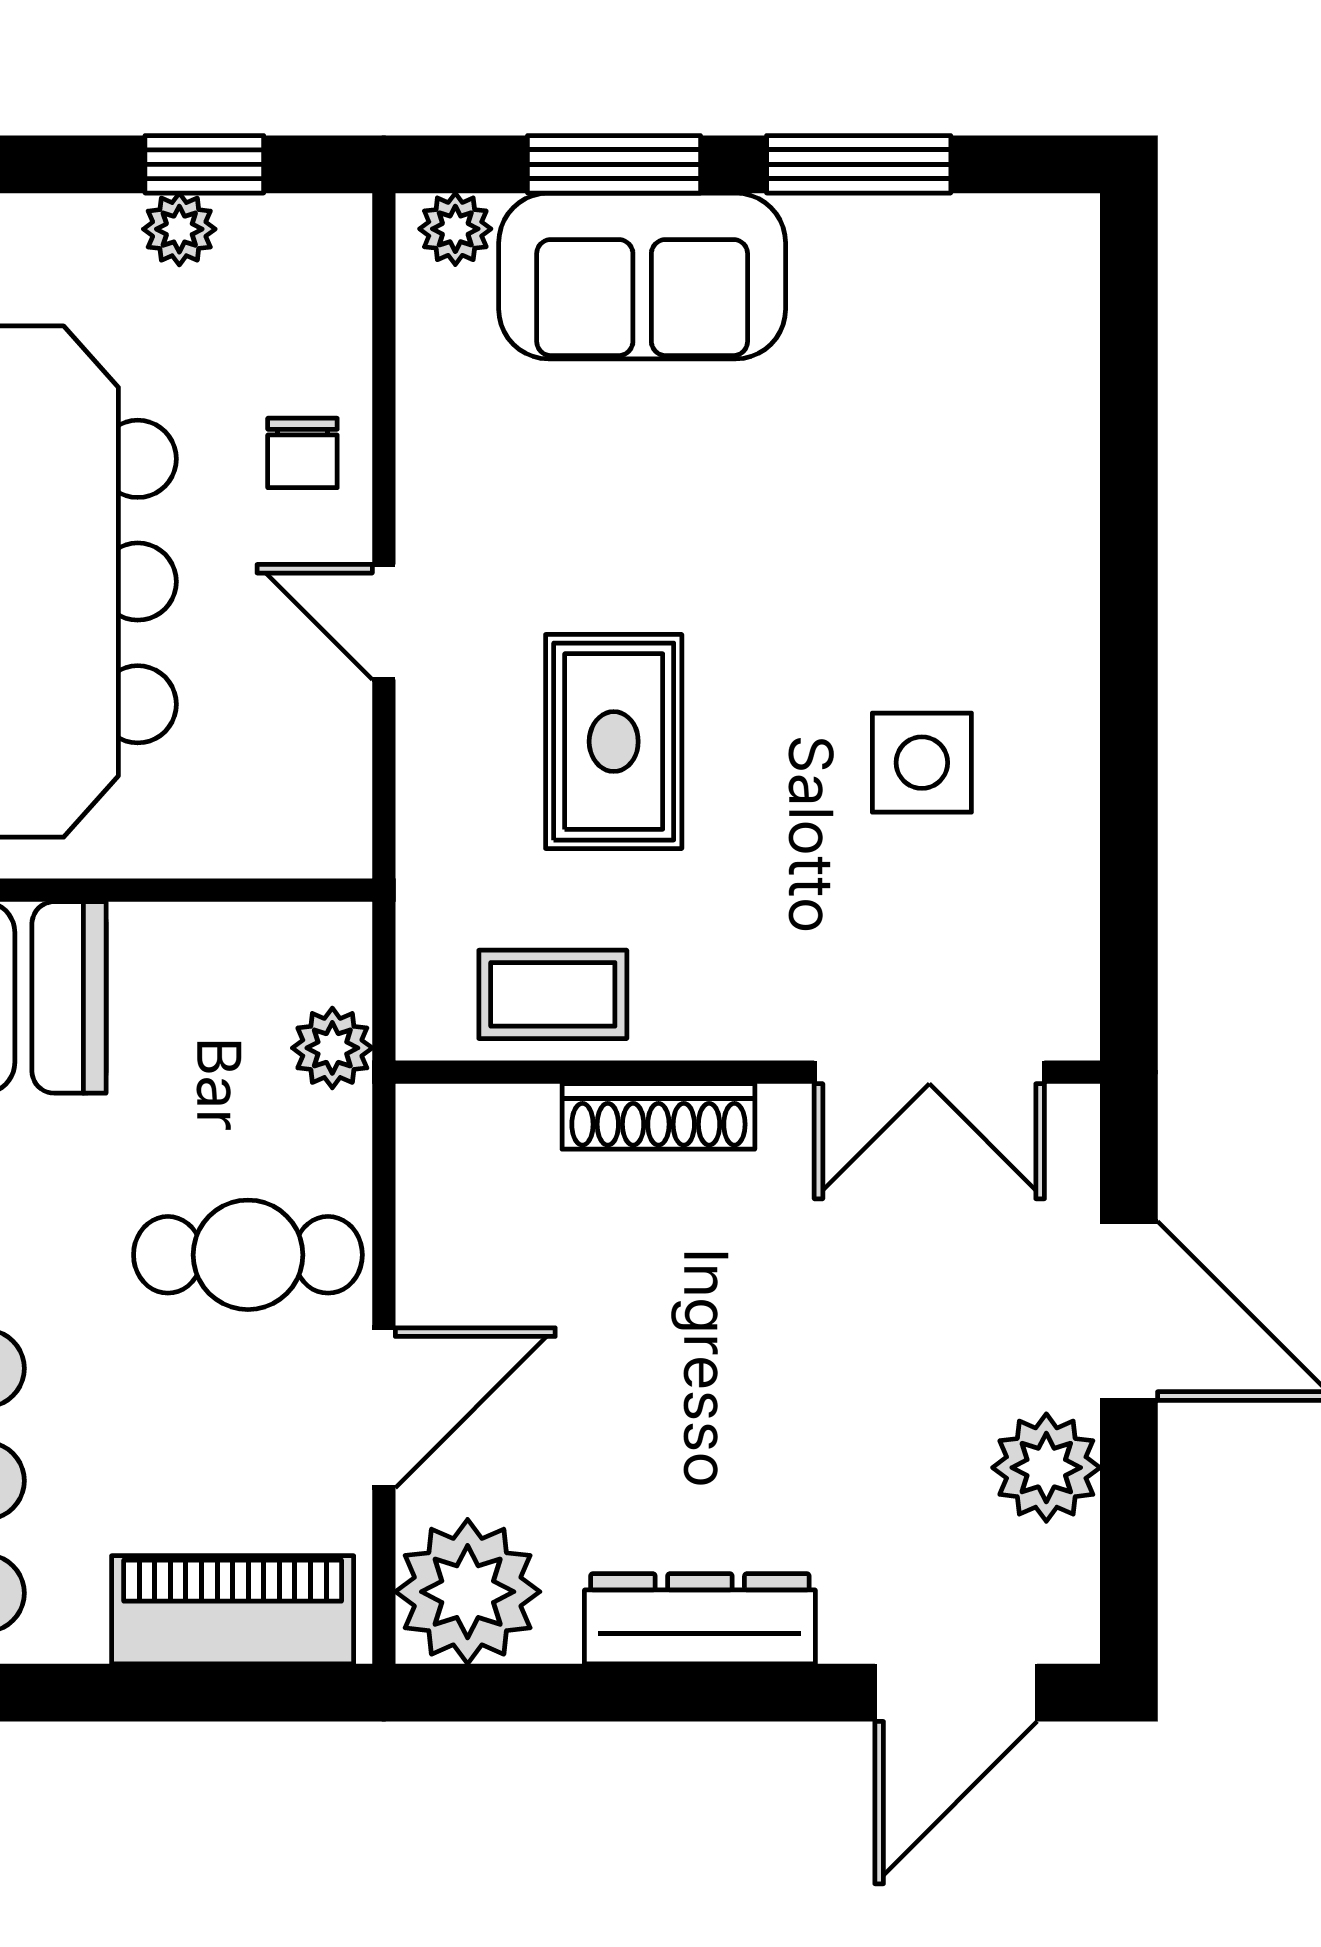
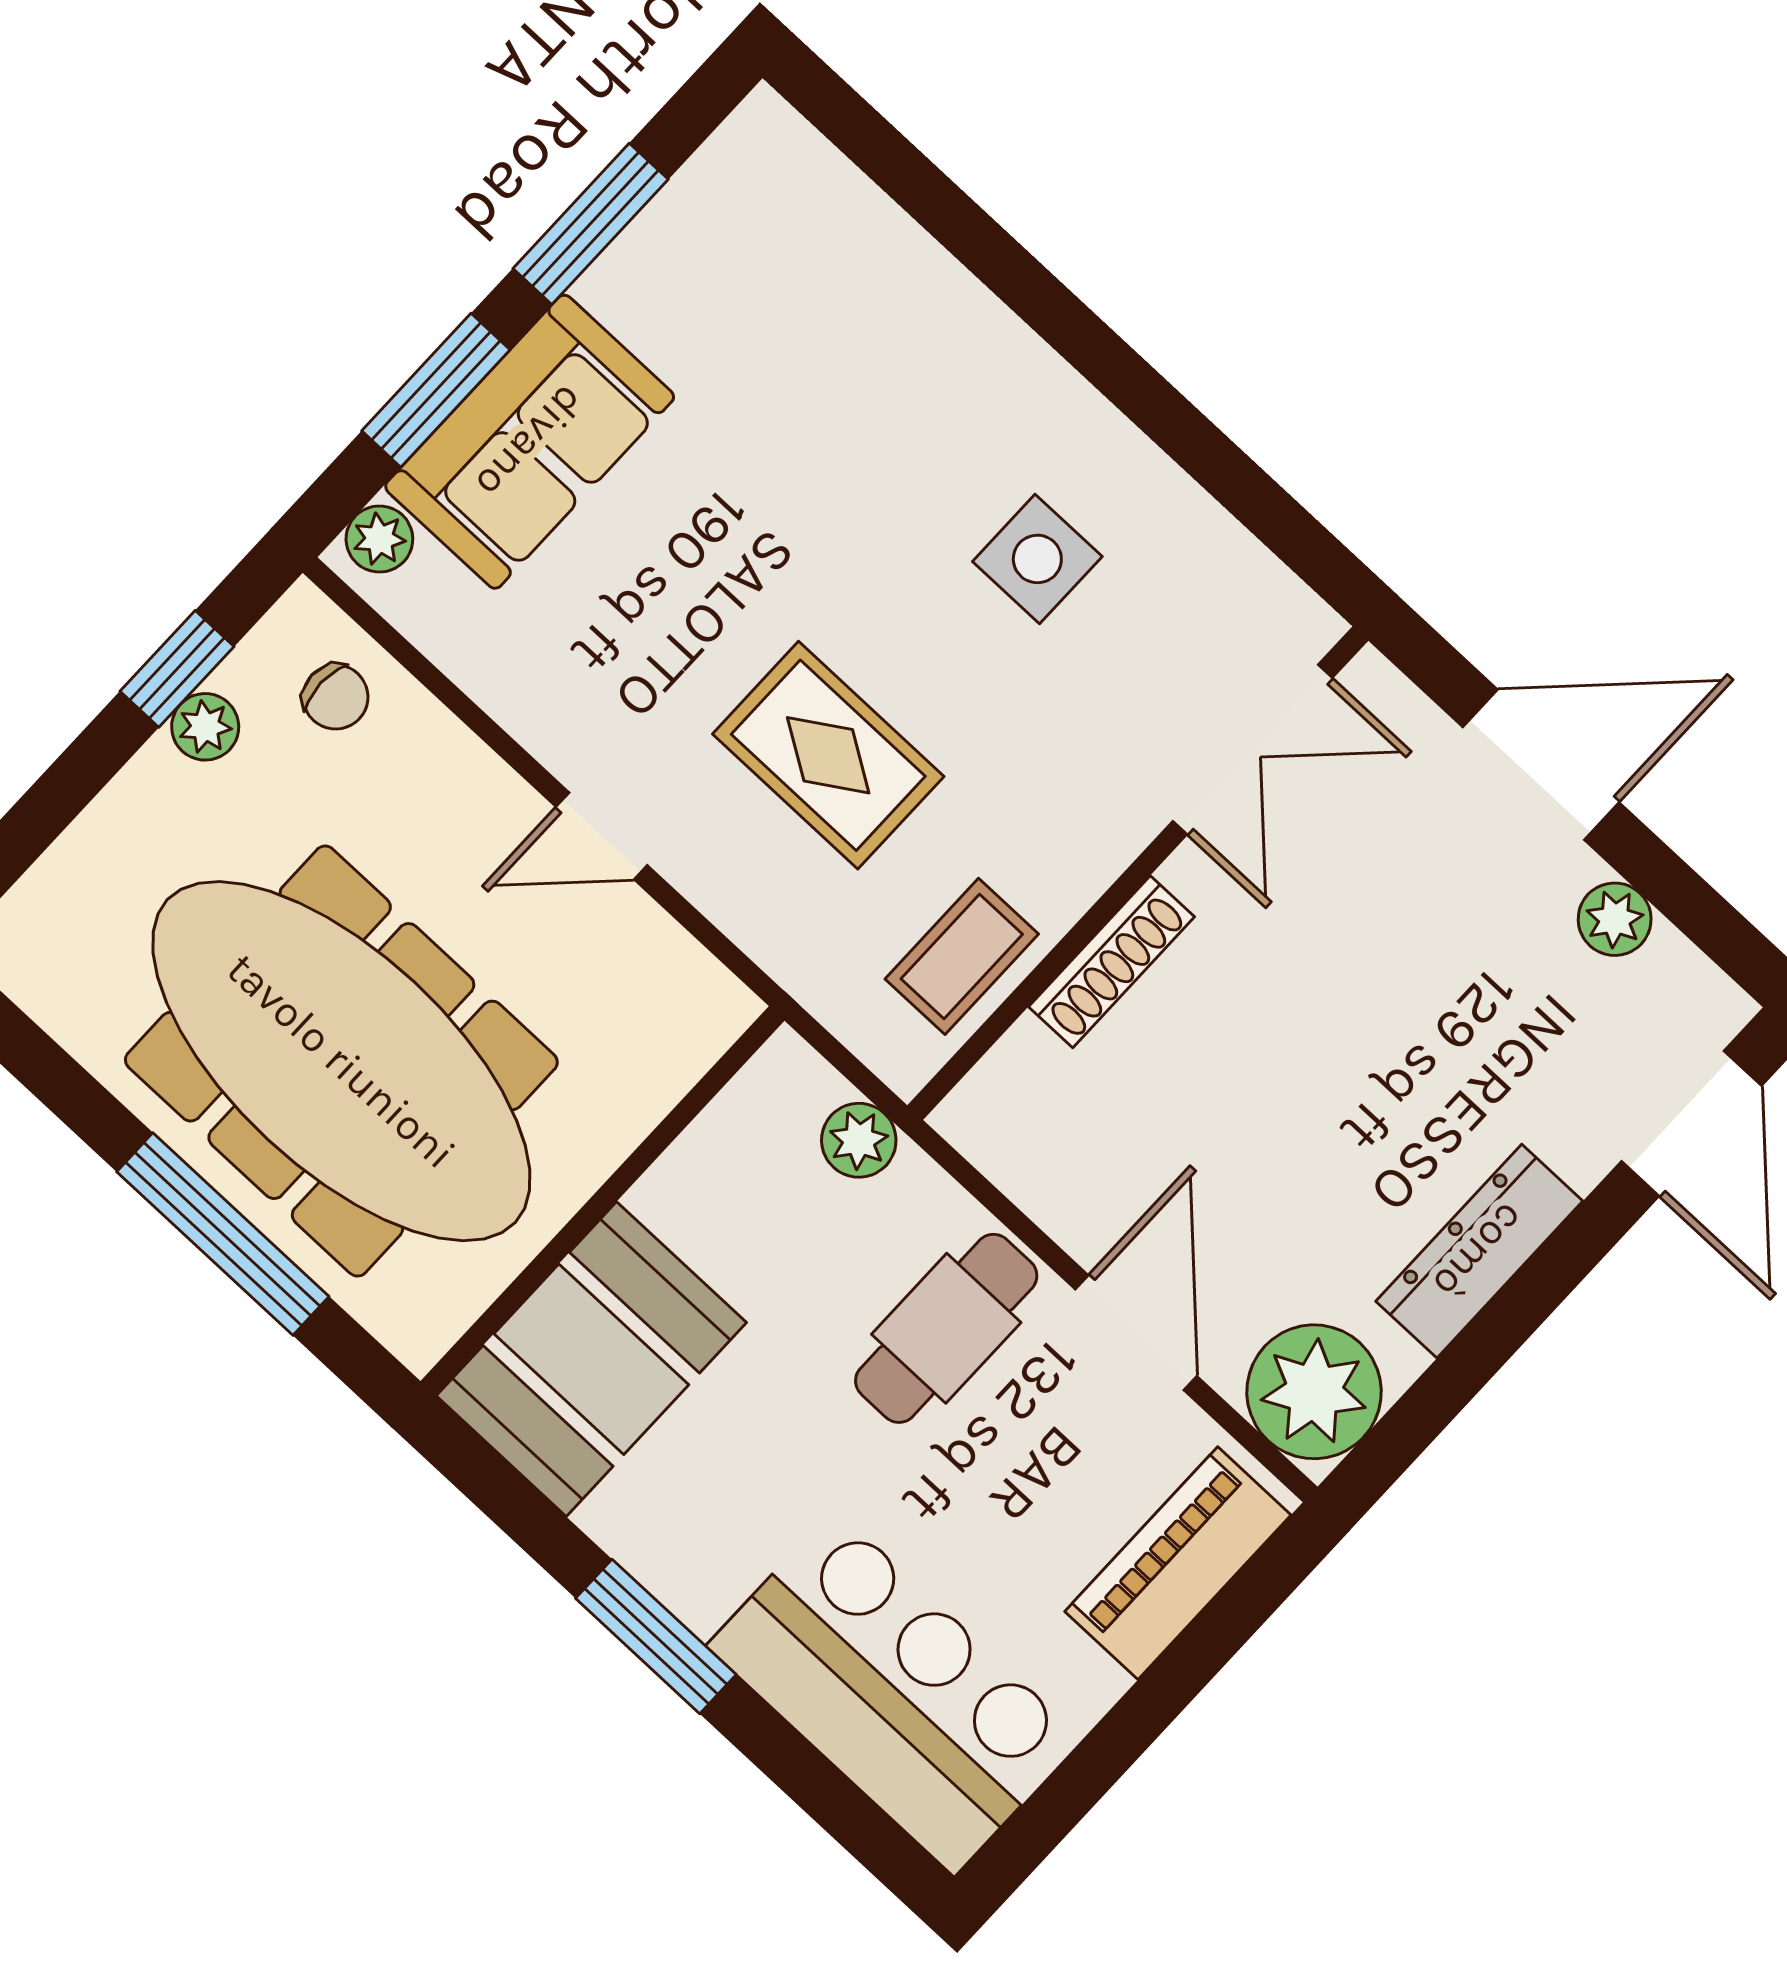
chair: (302, 453) -> (336, 697), moved
plant: (1046, 1468) -> (1615, 919), width x0.73, depth x0.73

